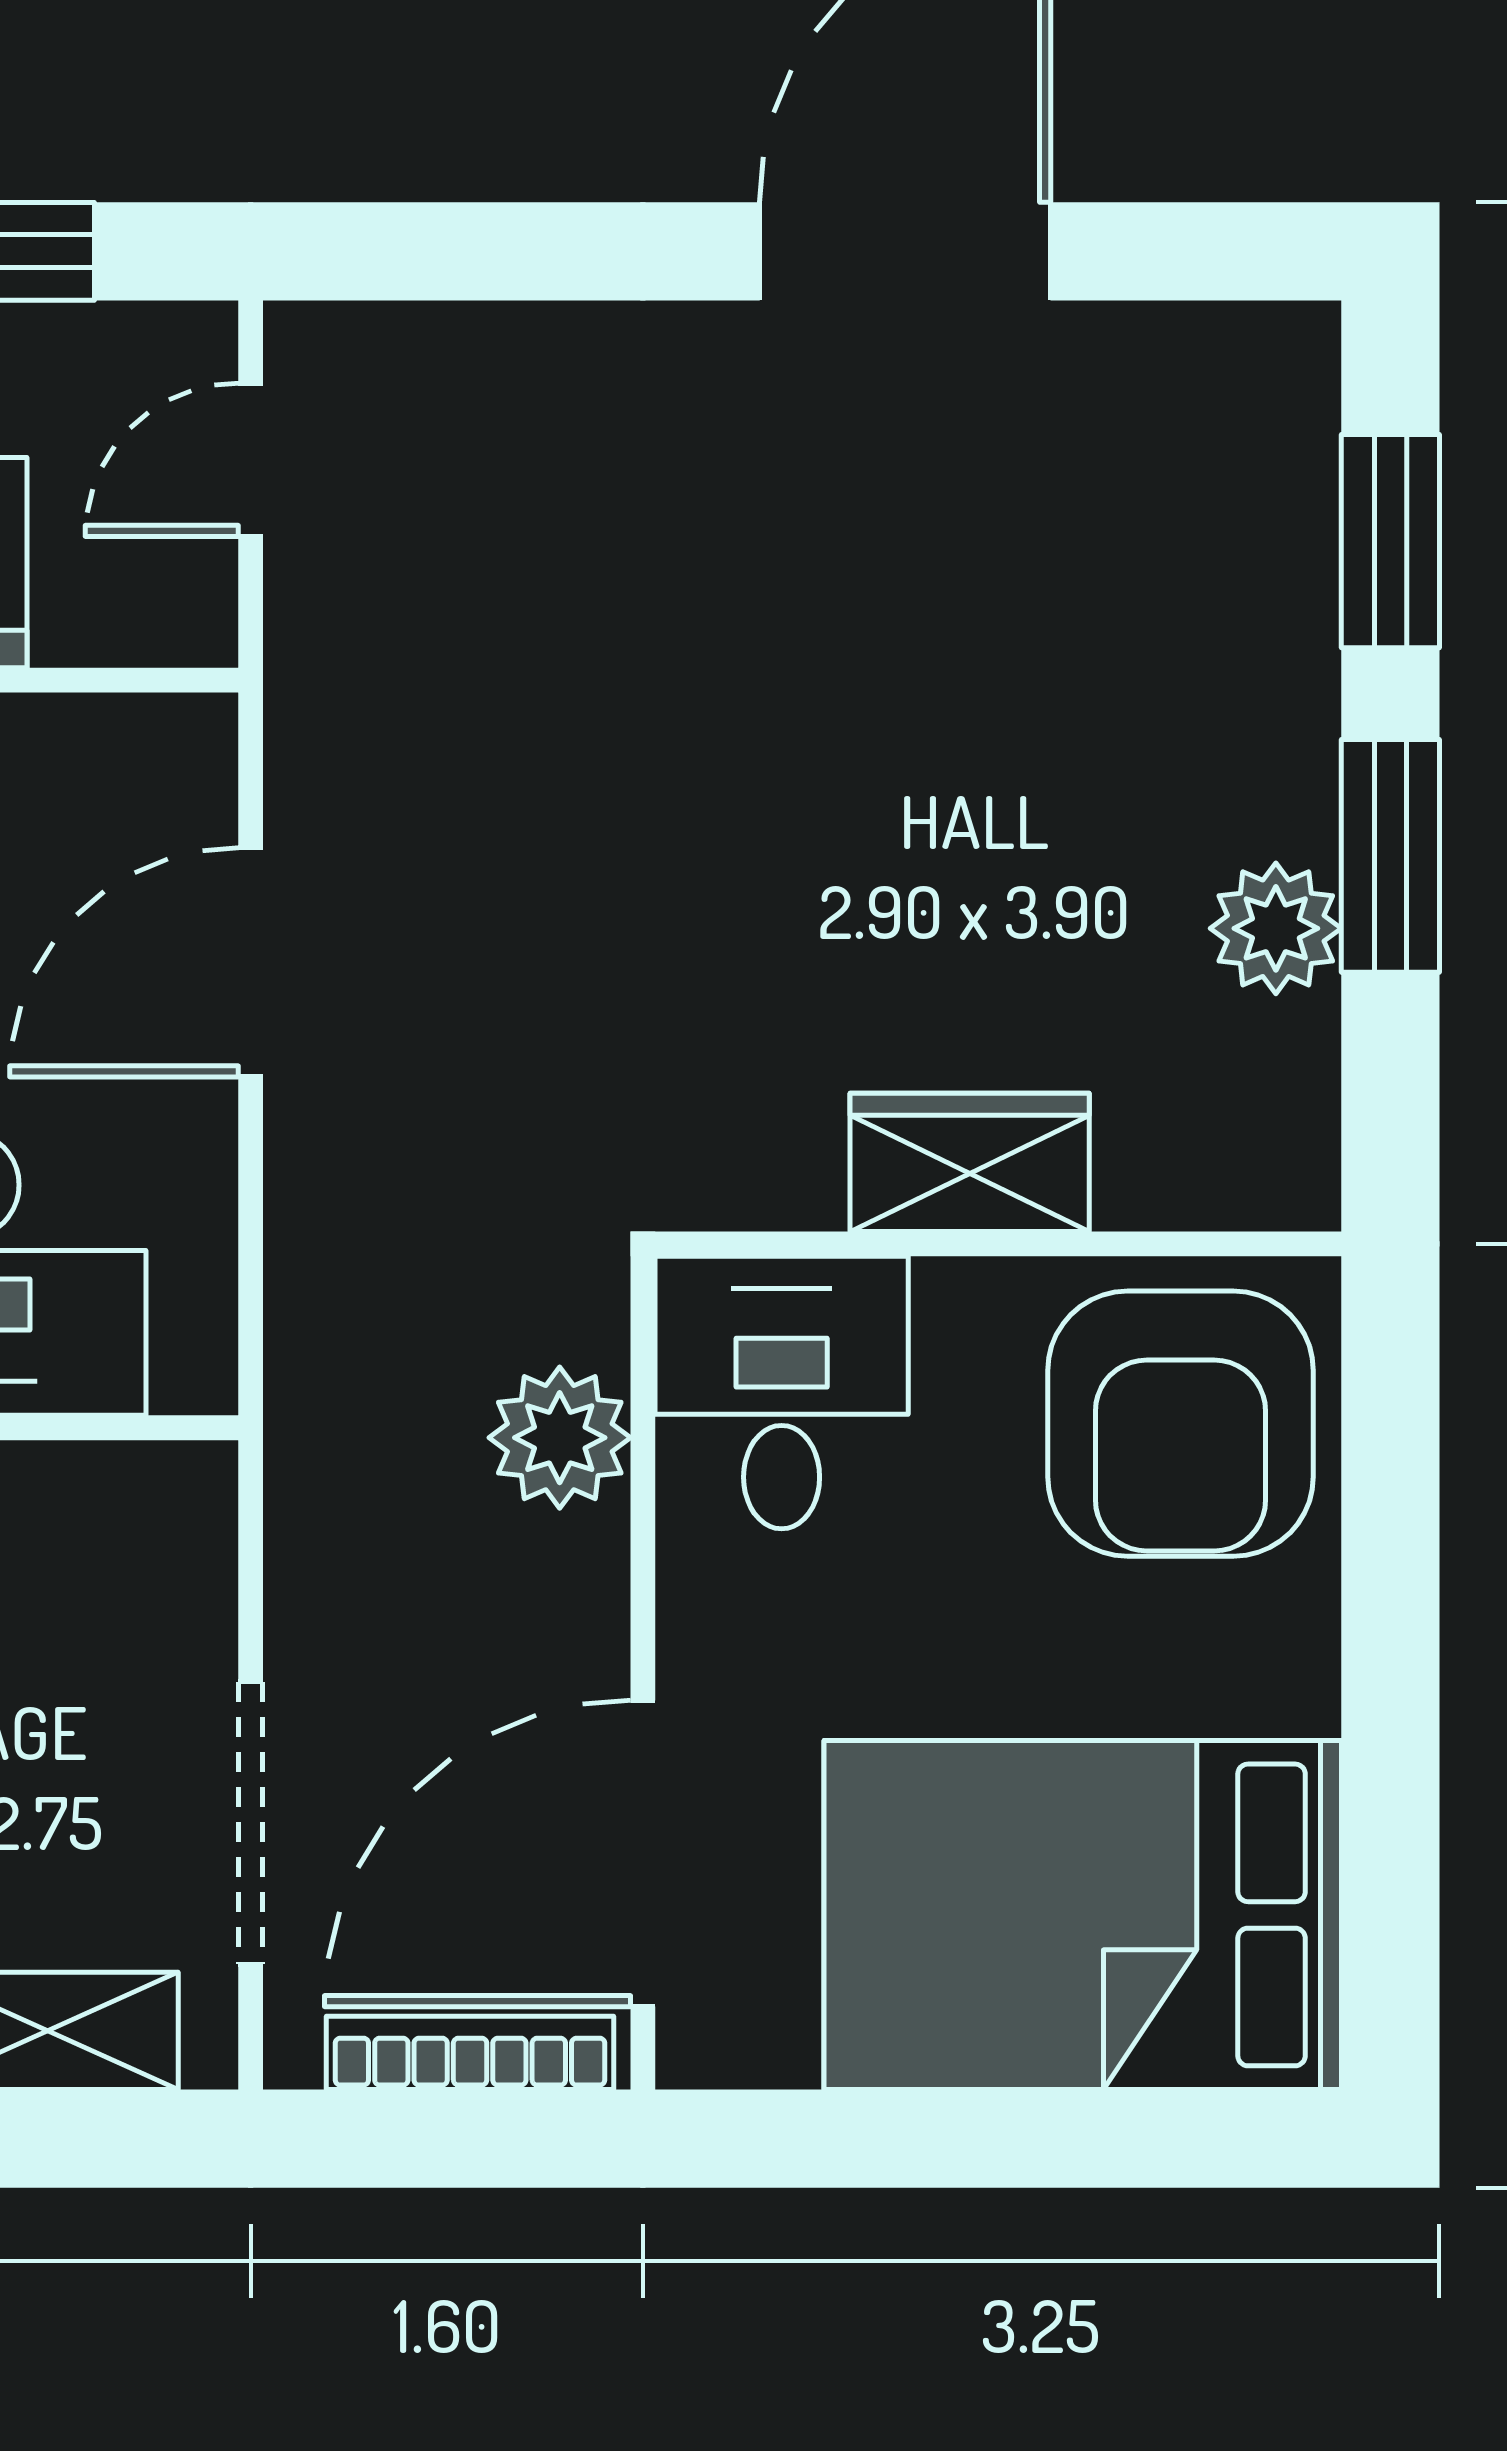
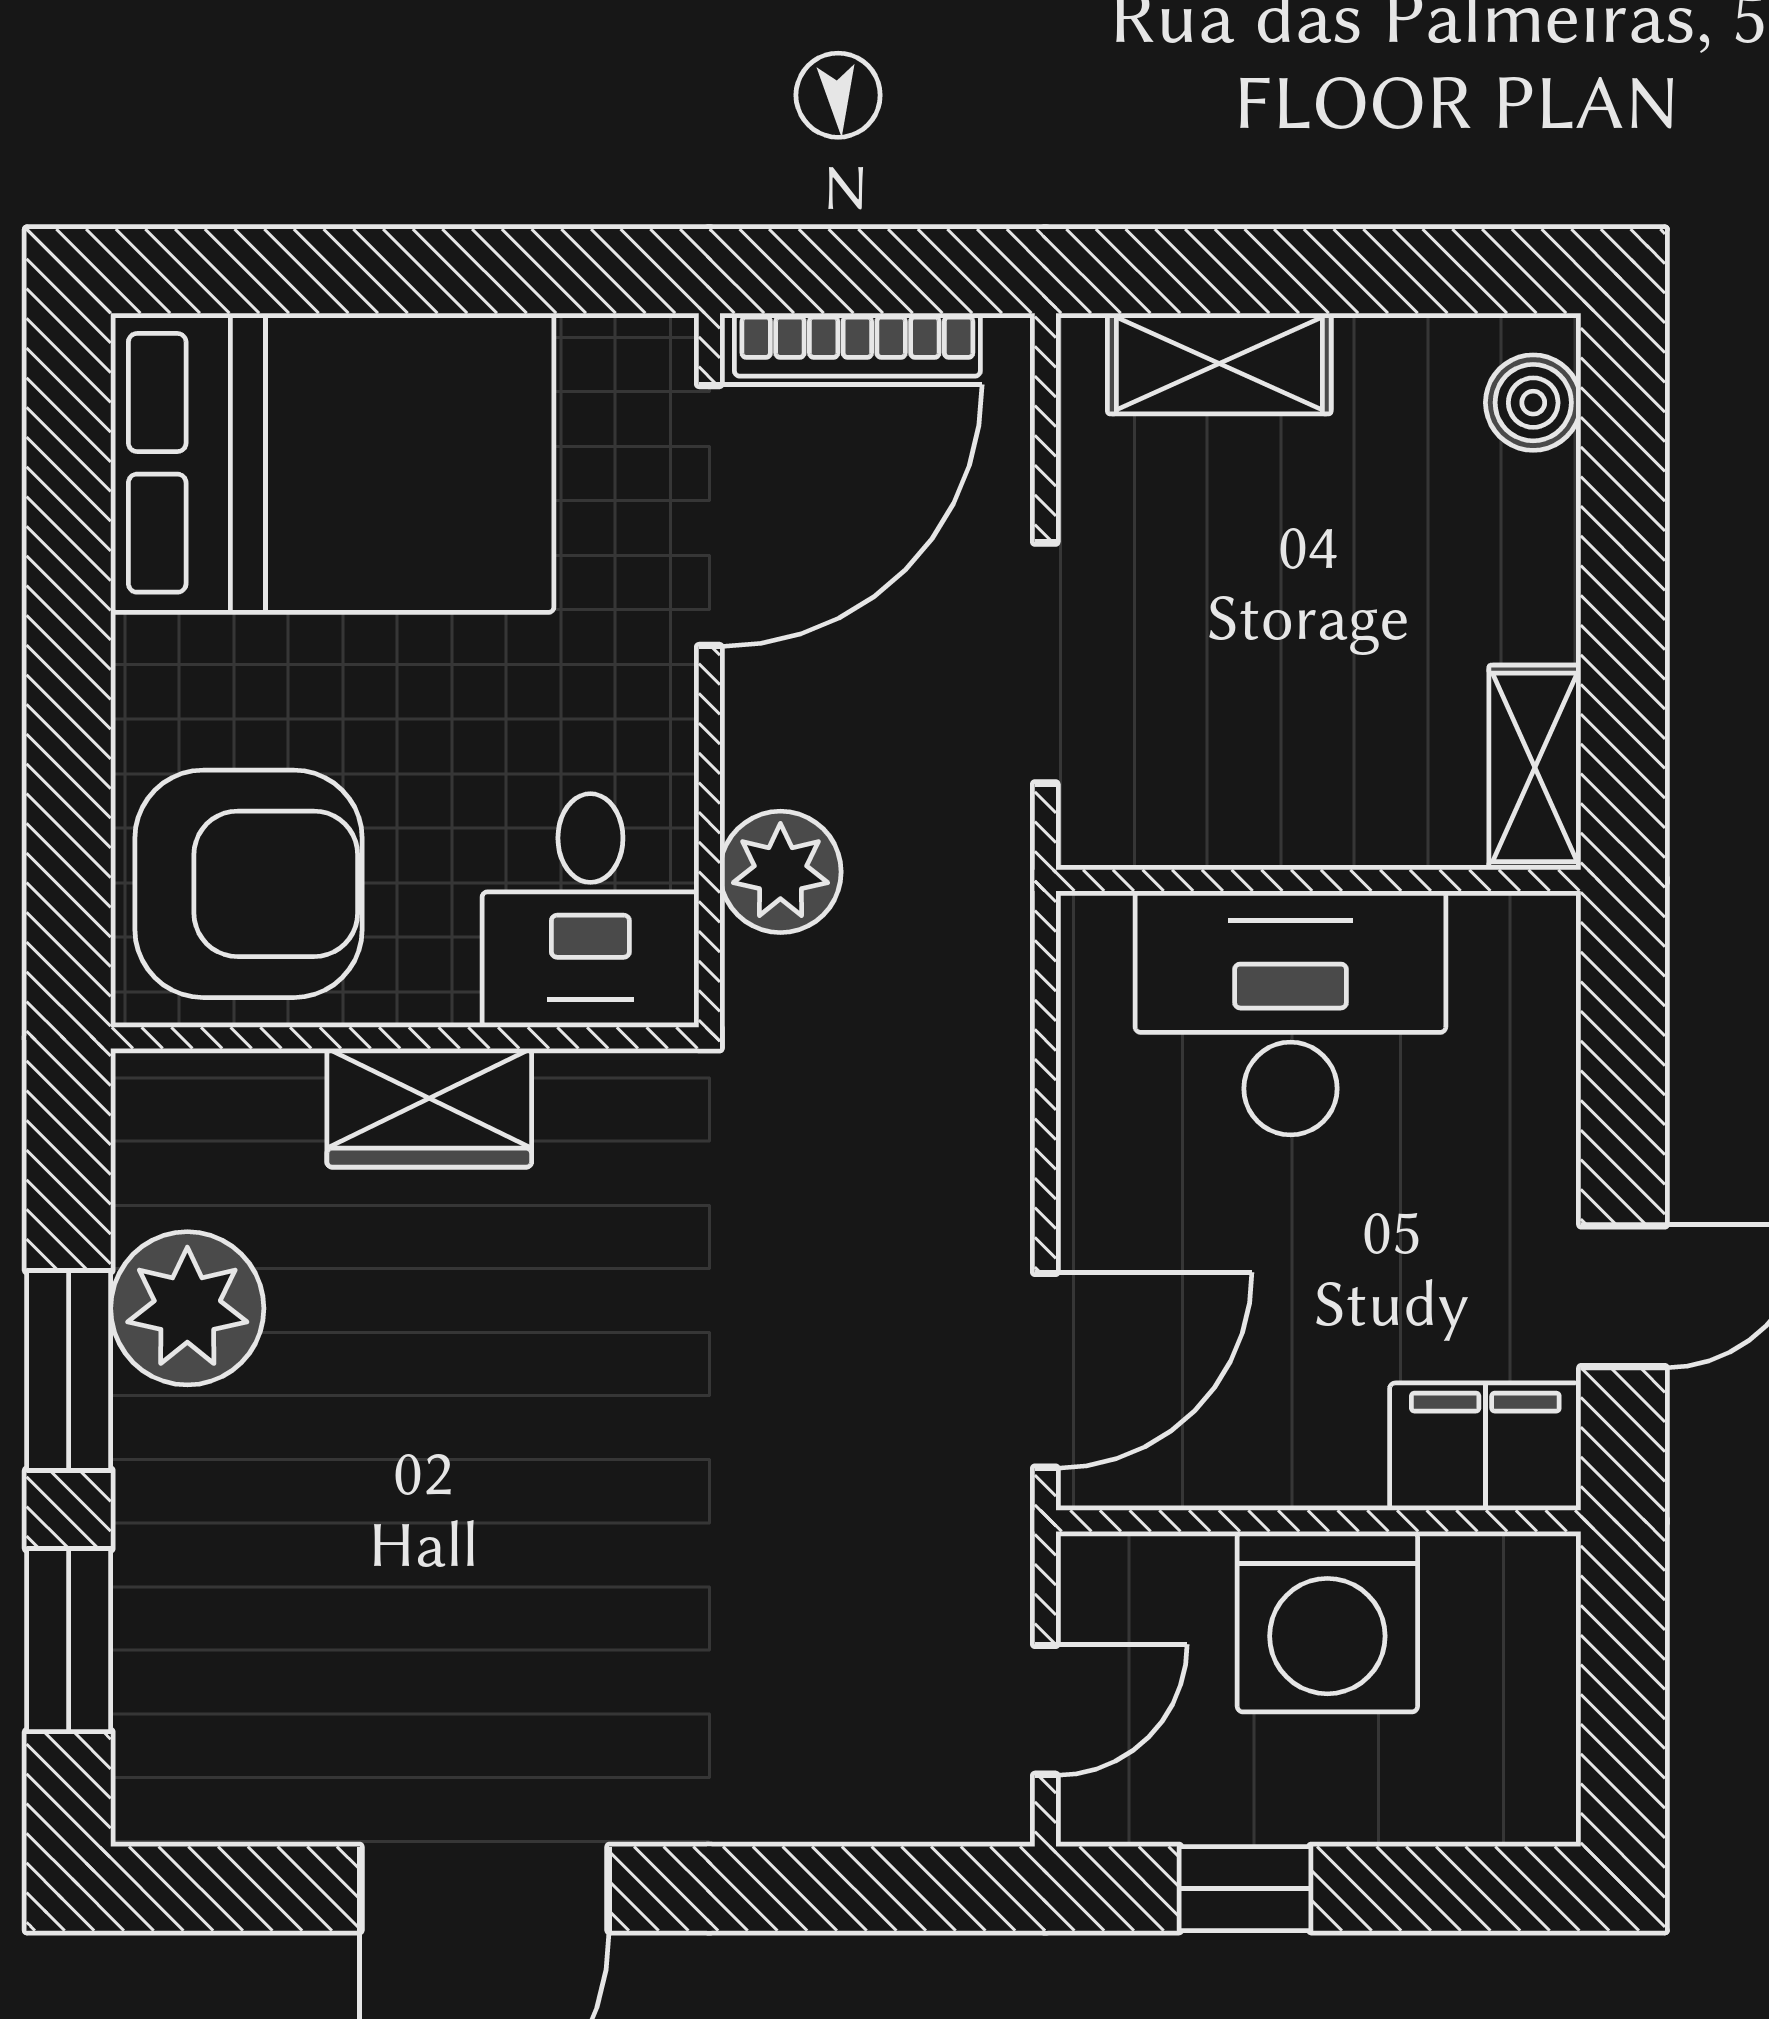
plant: (1276, 928) -> (187, 1308), width x1.36, depth x1.36
door: (251, 962) -> (1045, 1370), moved
armchair: (1180, 1424) -> (249, 884), turned 90
doorway: (251, 1823) -> (1045, 663), moved

